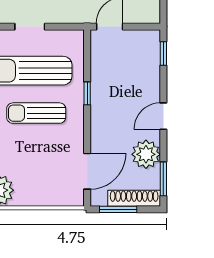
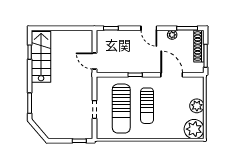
plant: (146, 154) -> (172, 35), width x0.53, depth x0.53
door: (87, 171) -> (172, 75), moved
plant: (36, 195) -> (197, 106), added

